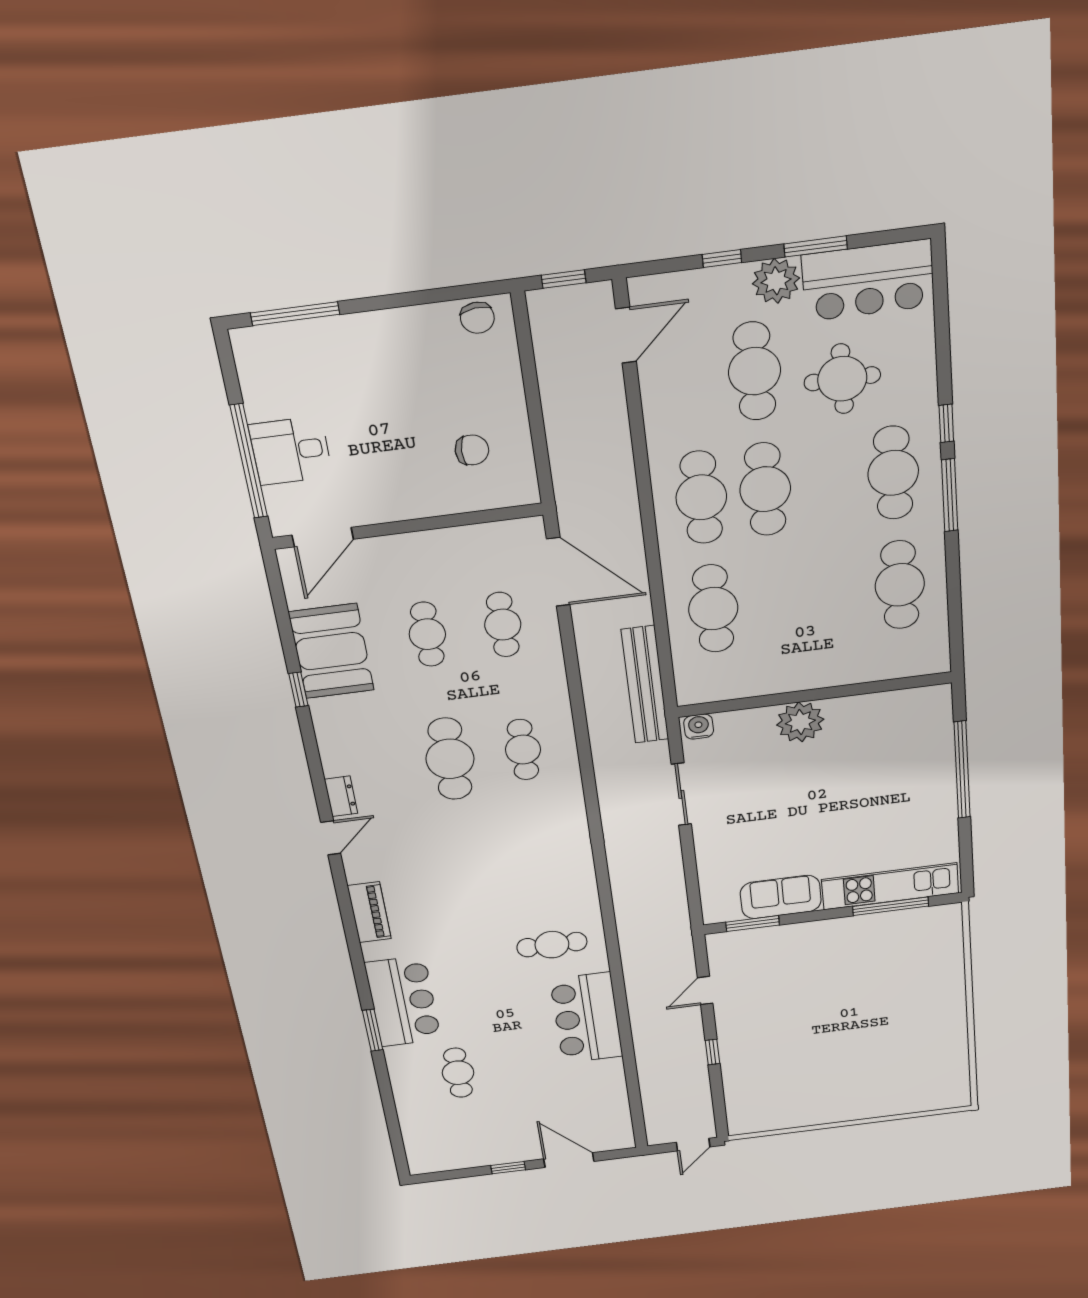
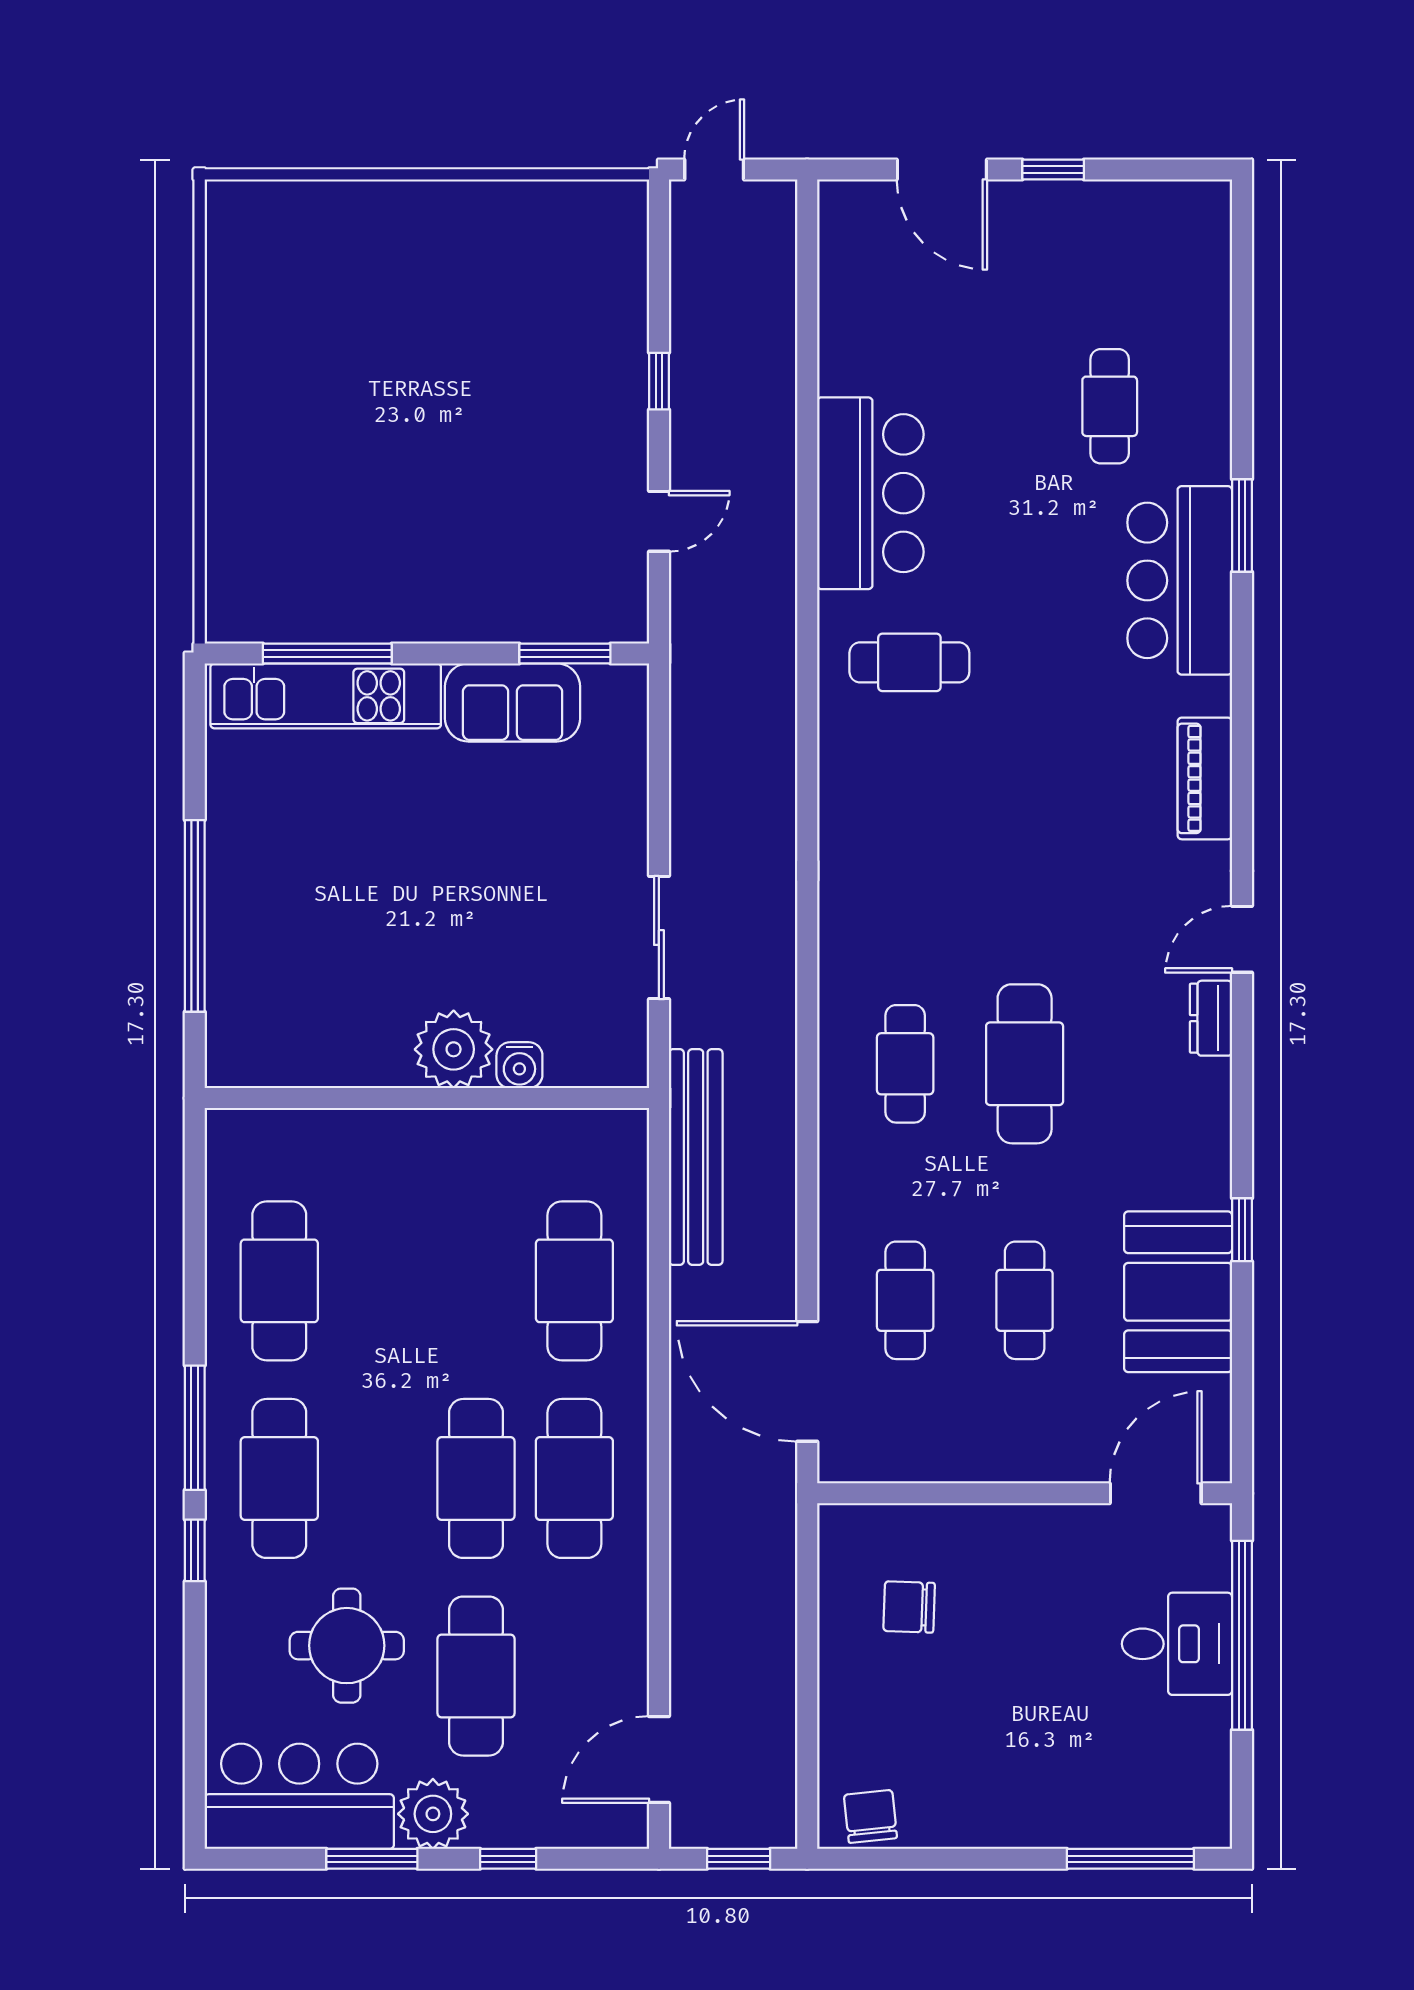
water cooler: (699, 727) -> (519, 1065), moved

